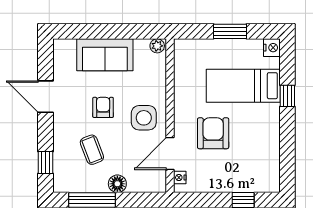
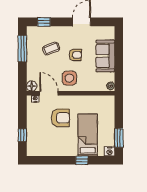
window: (230, 31) -> (119, 138), moved
floor lamp: (117, 184) -> (32, 86), moved

